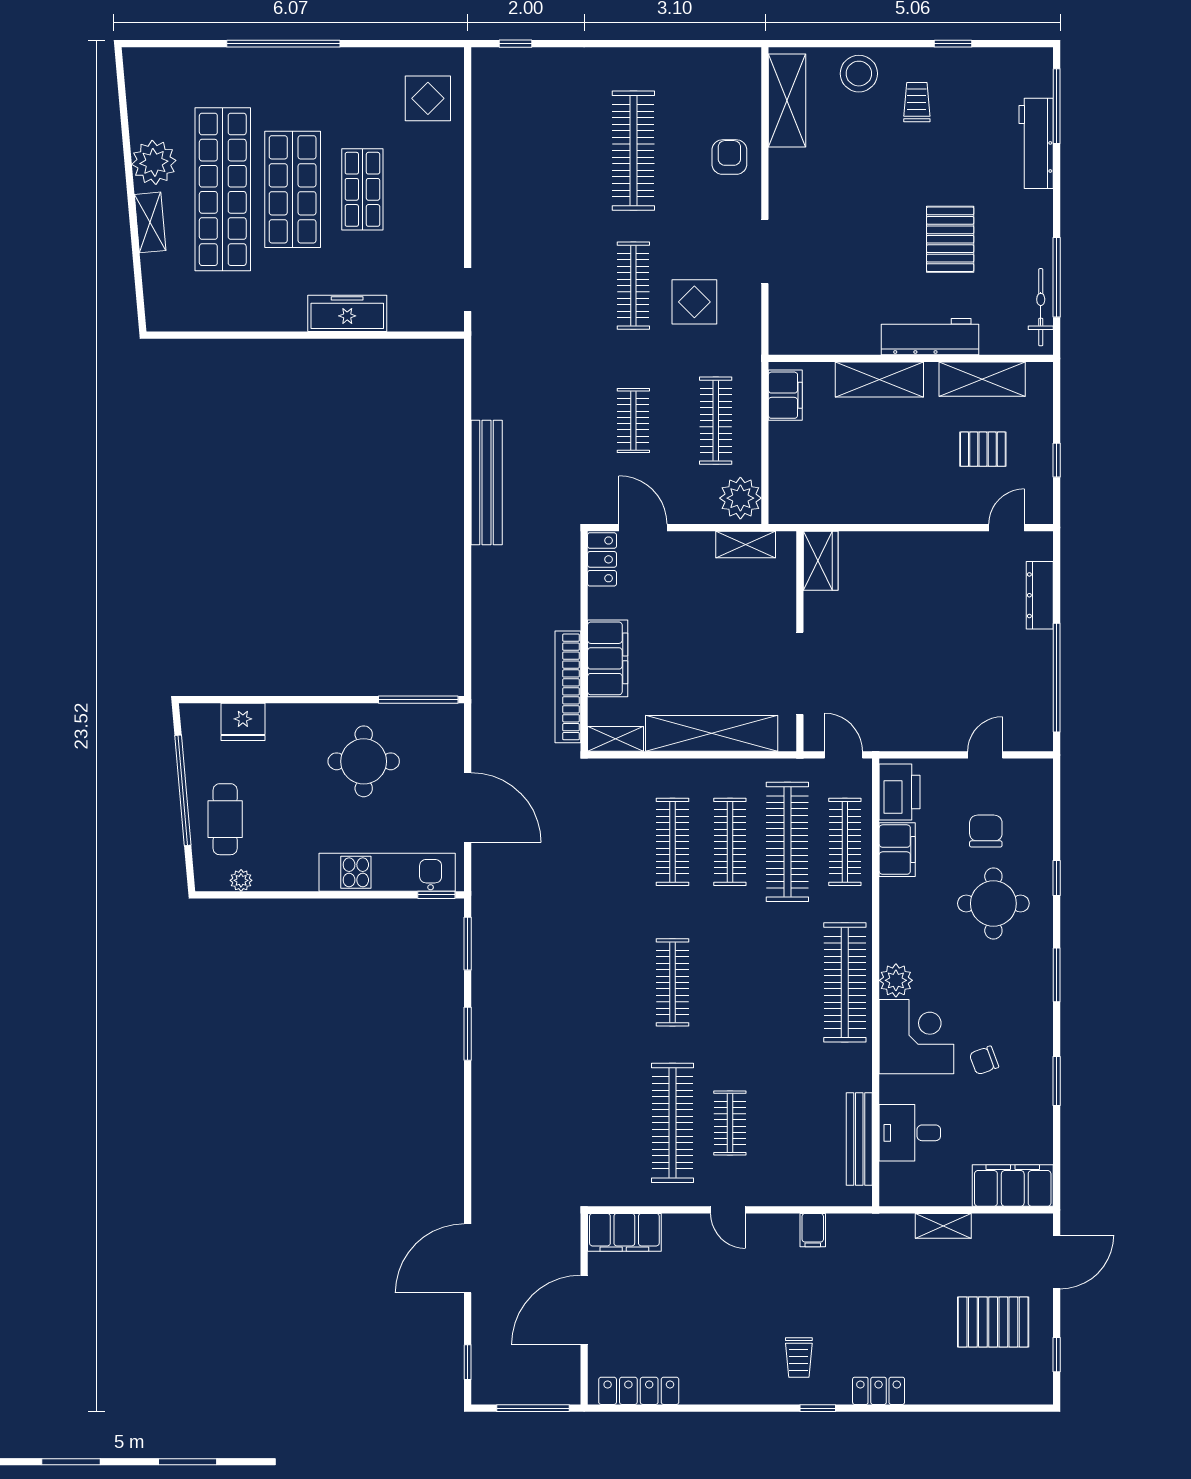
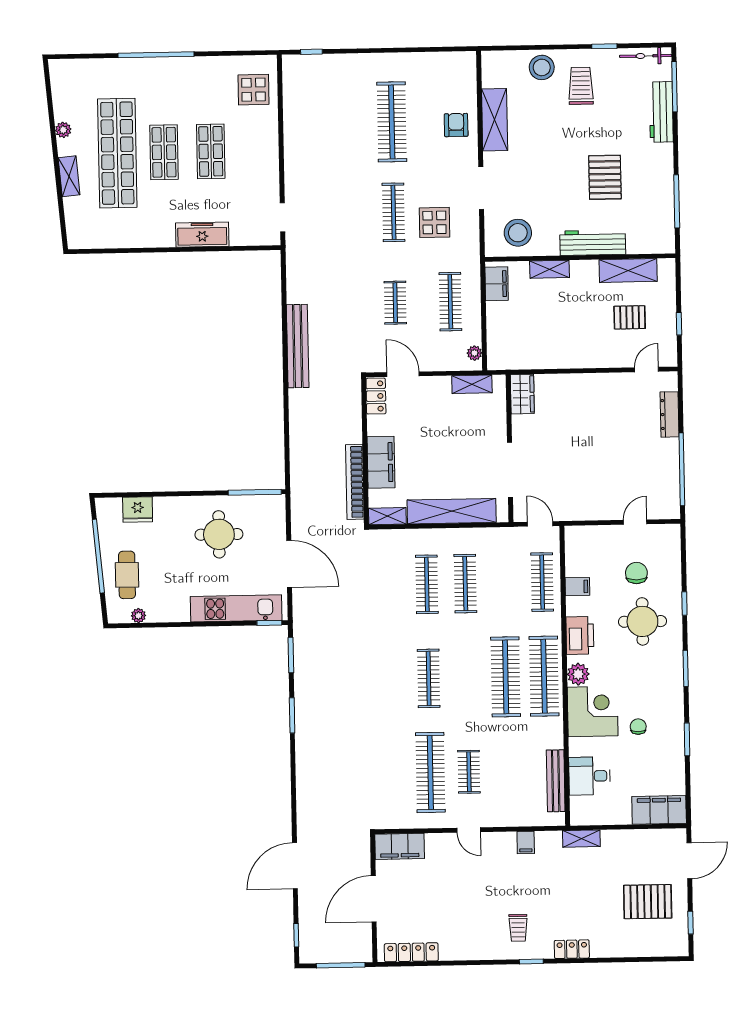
shelving: (787, 100) -> (495, 120), moved
trolley: (917, 102) -> (581, 86), width x1.36, depth x1.39
plant: (154, 162) -> (63, 130), width x0.53, depth x0.53
shop shelf: (293, 189) -> (164, 152), width x0.70, depth x0.74
bicycle: (1041, 307) -> (646, 56), moved, turned -90
stool: (818, 320) -> (518, 233), added
shelving: (879, 380) -> (550, 269), width x0.67, depth x0.75
plant: (740, 498) -> (474, 353), width x0.53, depth x0.53
printer: (900, 792) -> (580, 635), moved
clothes rail: (787, 842) -> (506, 677), moved
filing cabinet: (897, 850) -> (577, 587), width x0.50
chair: (984, 1060) -> (638, 727), turned 110
shelving: (943, 1226) -> (581, 839), moved

